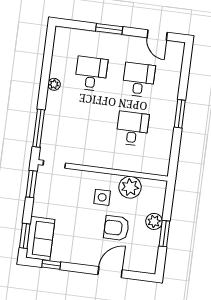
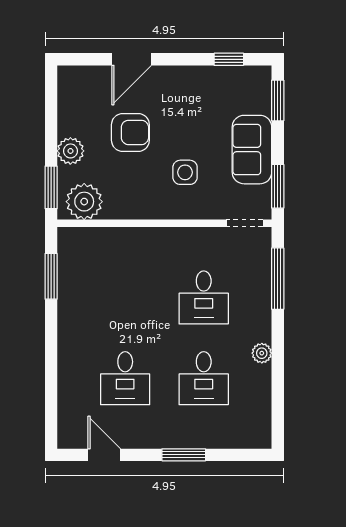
window: (180, 114) -> (51, 276), moved
desk: (132, 129) -> (204, 297), moved
plant: (130, 187) -> (84, 202), moved
side table: (102, 197) -> (185, 172), moved
window: (164, 234) -> (51, 187), moved
sofa: (40, 238) -> (252, 150), moved

